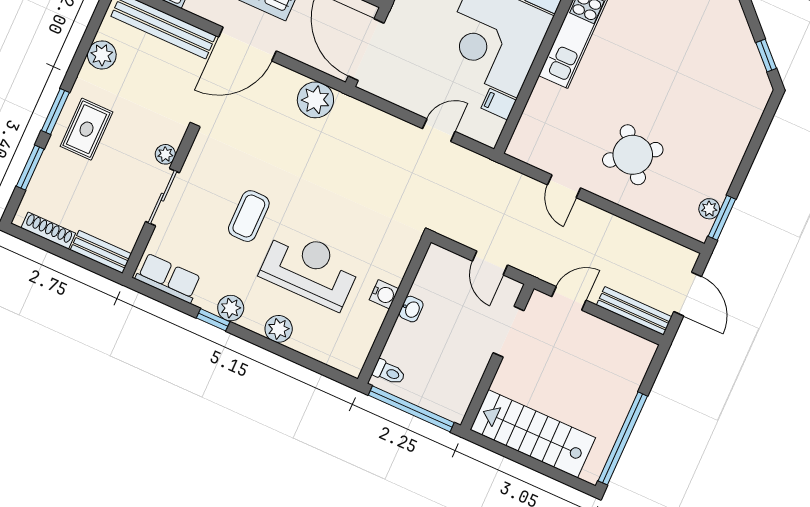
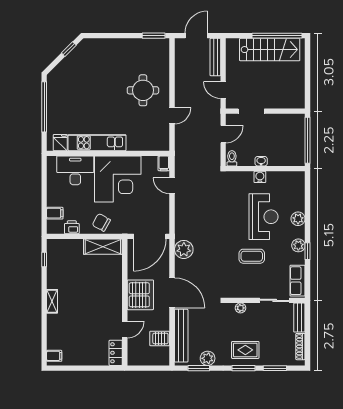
window: (91, 31) -> (199, 368), added
filing cabinet: (499, 104) -> (164, 163), moved
round table: (633, 155) -> (143, 90), turned 37
sliding door: (162, 197) -> (275, 300), moved
plant: (709, 209) -> (152, 43), removed
reception desk: (310, 269) -> (263, 217), turned 180
toilet: (389, 372) -> (232, 158), moved
stairs: (533, 434) -> (270, 50), moved, turned -90

